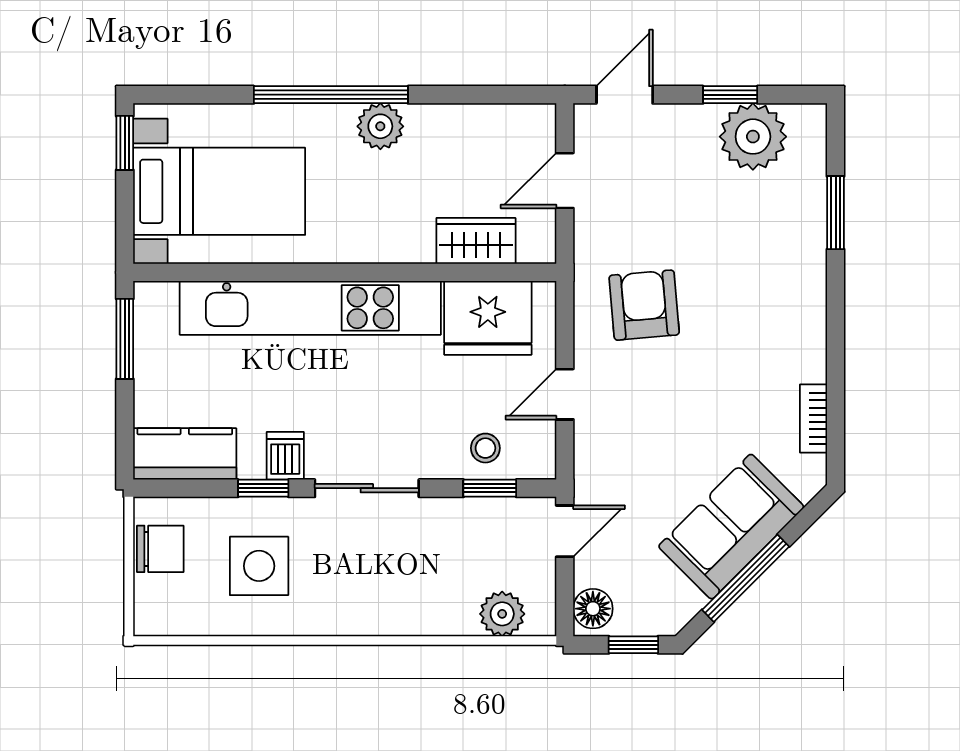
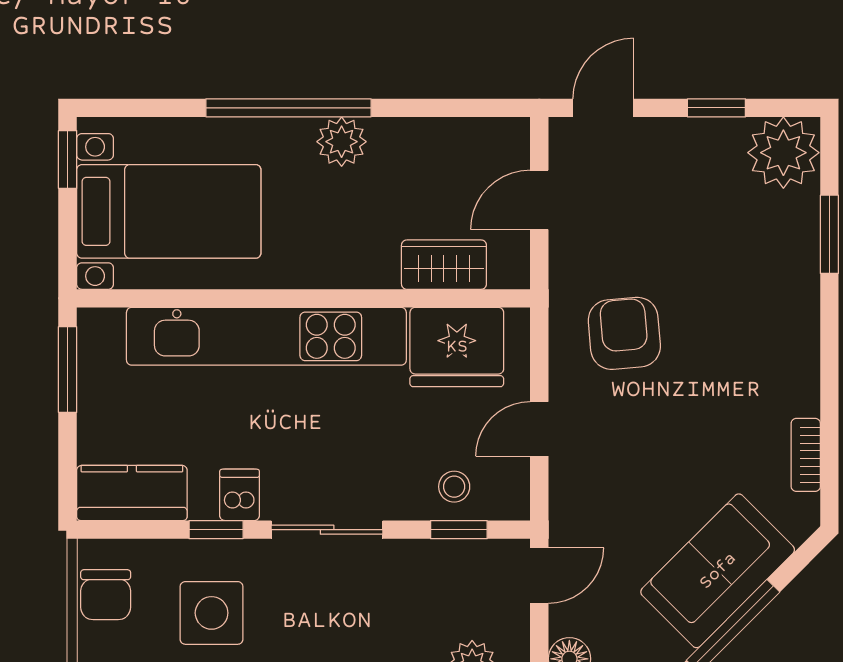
plant: (753, 137) -> (783, 153), moved
chair: (160, 549) -> (106, 595), turned 90

